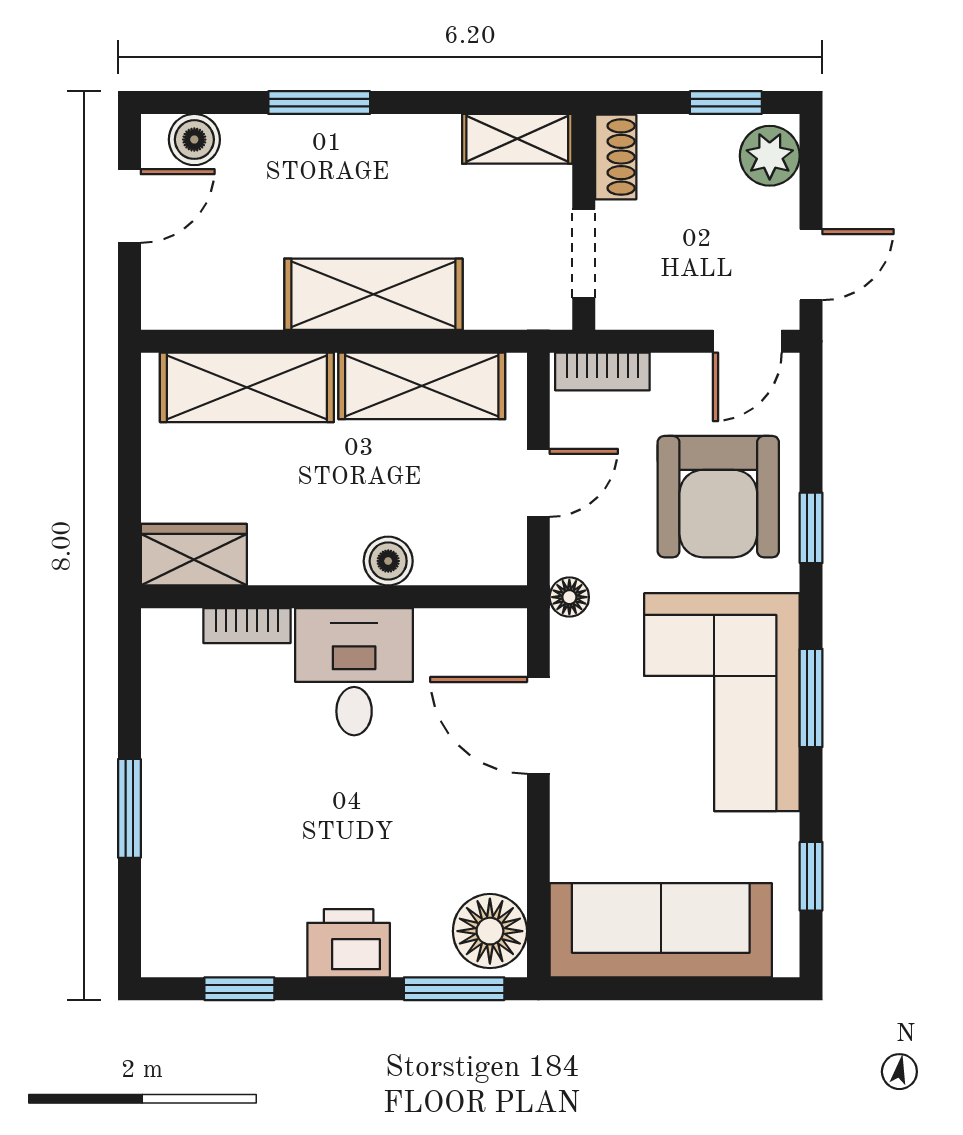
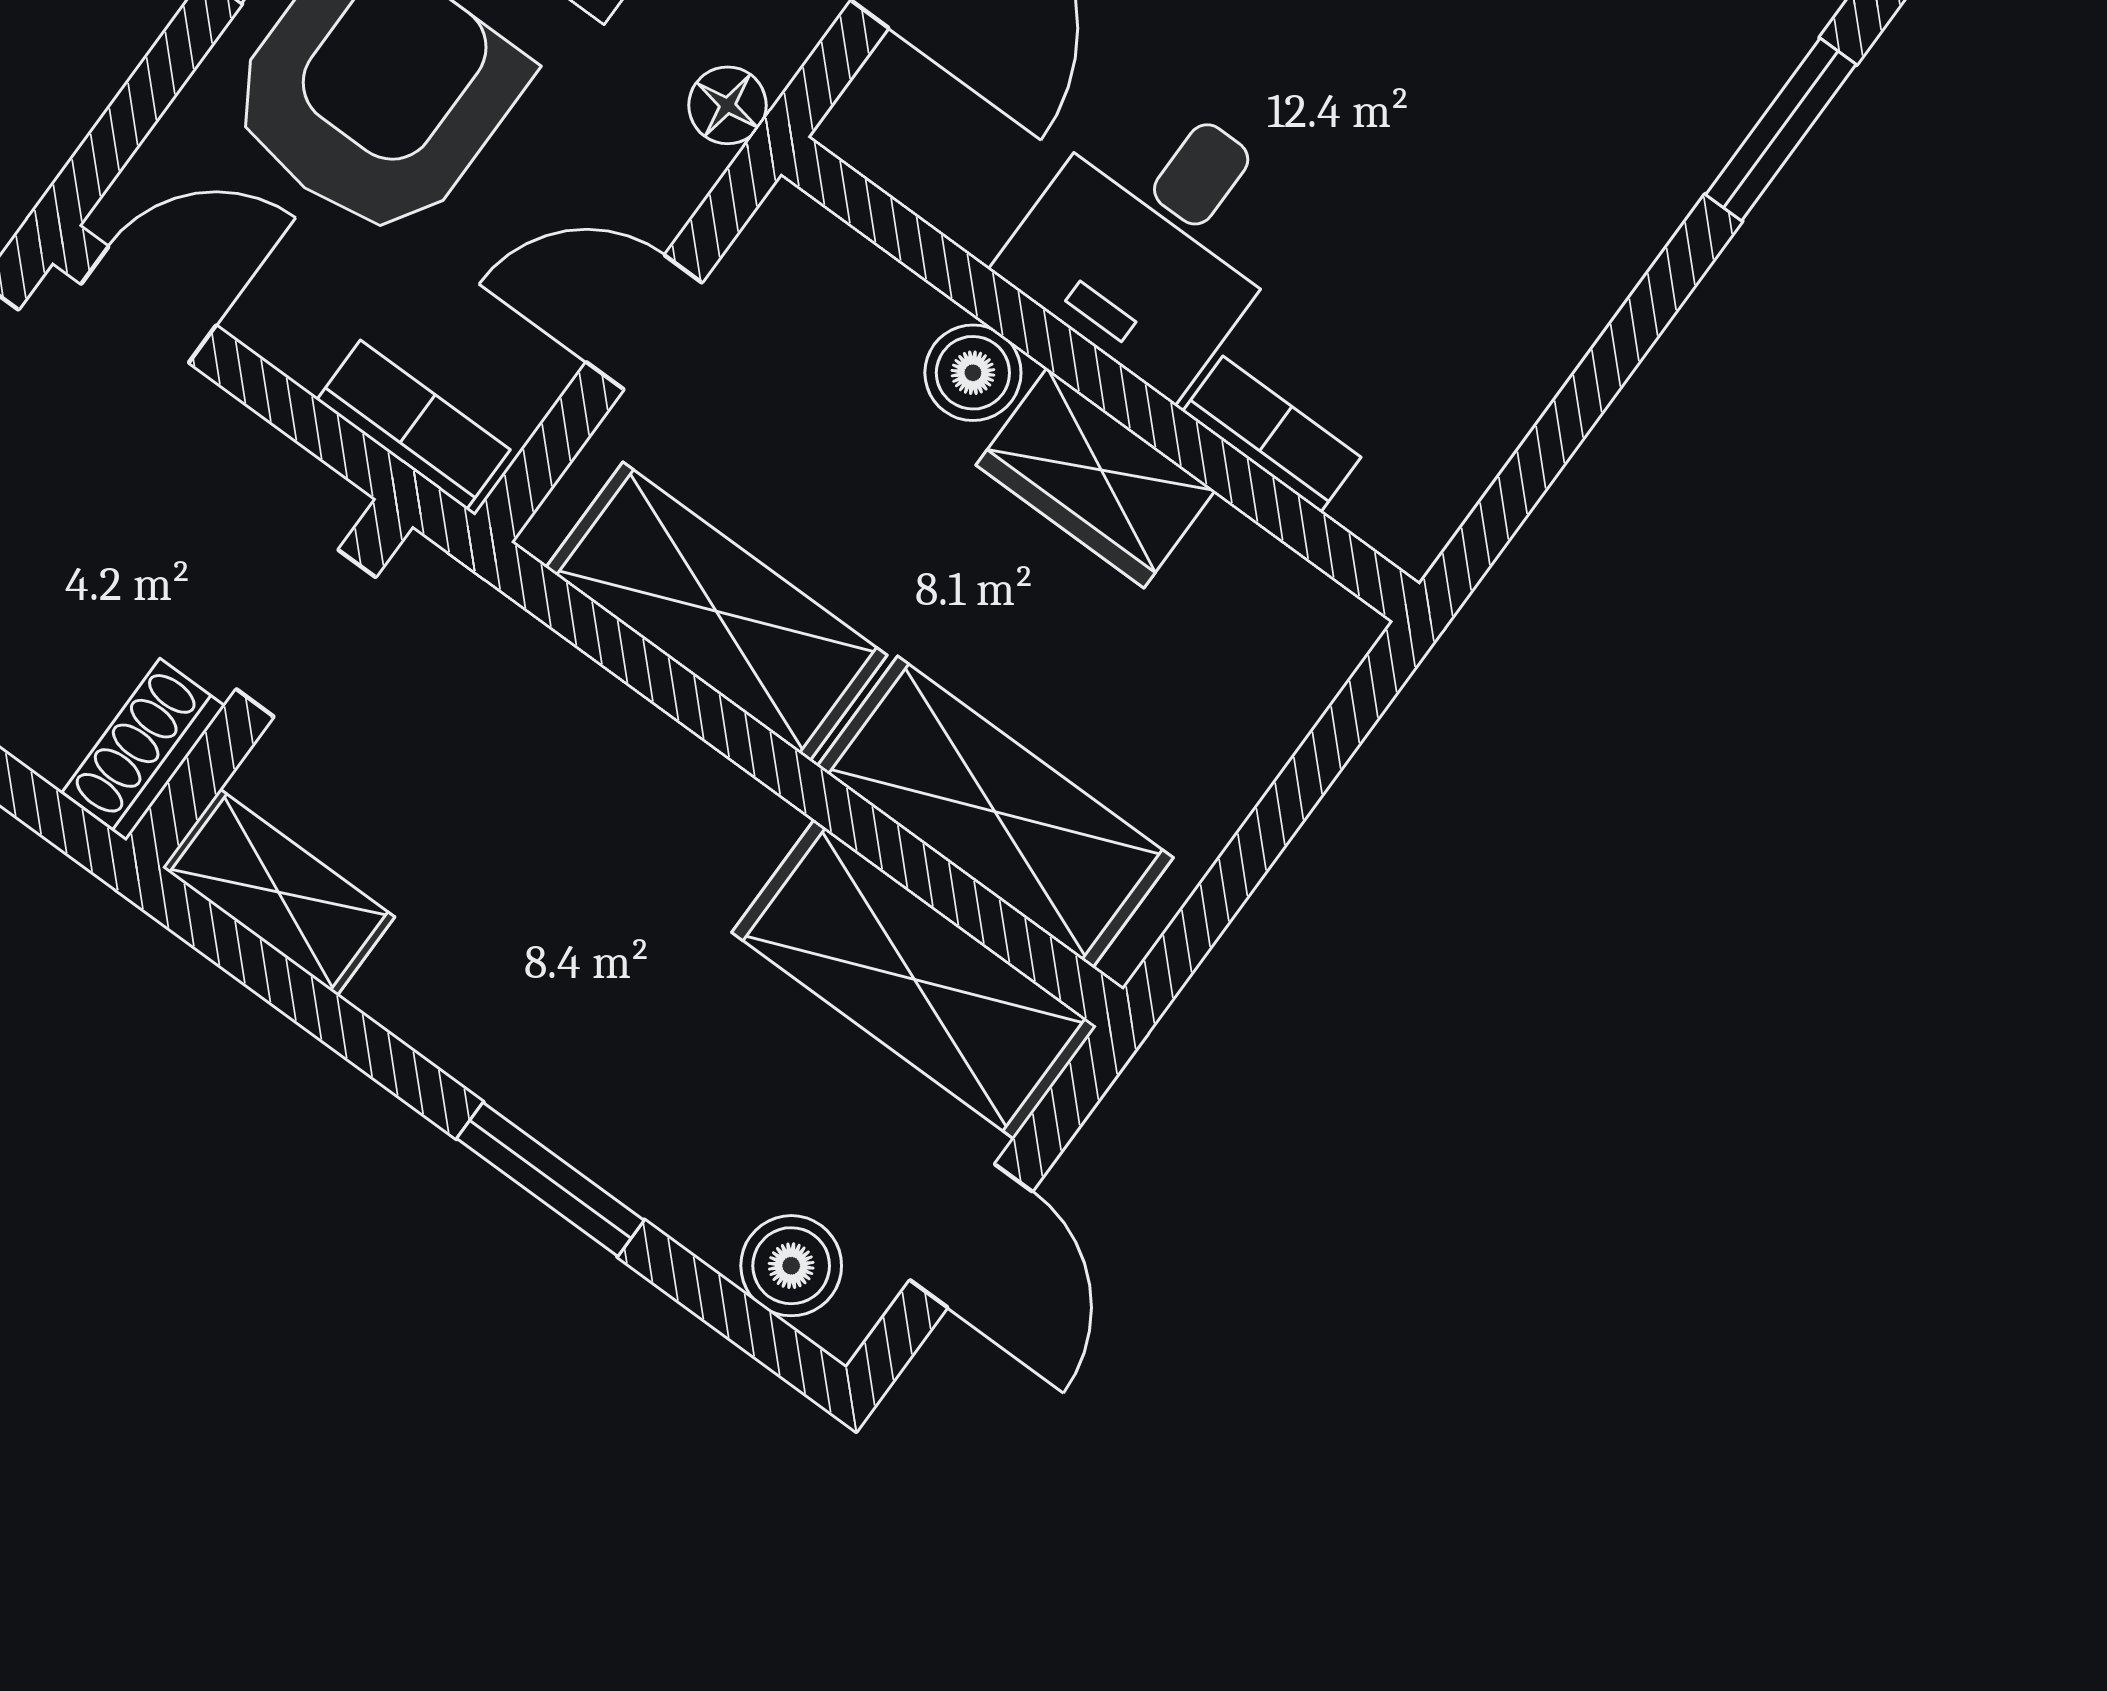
door: (129, 206) -> (971, 1236), swing flipped
shelving: (373, 294) -> (914, 979), moved
wardrobe: (194, 555) -> (1096, 478), moved
window: (129, 808) -> (1781, 129), moved

